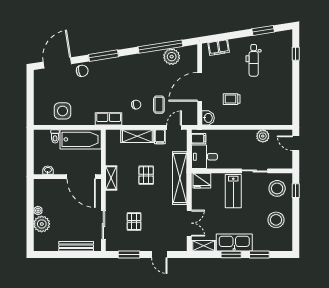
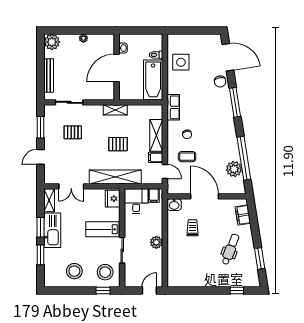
dental chair: (254, 60) -> (230, 249), turned 111
plant: (263, 136) -> (156, 242), moved
door: (81, 177) -> (117, 68), moved
plant: (42, 224) -> (52, 42), moved

